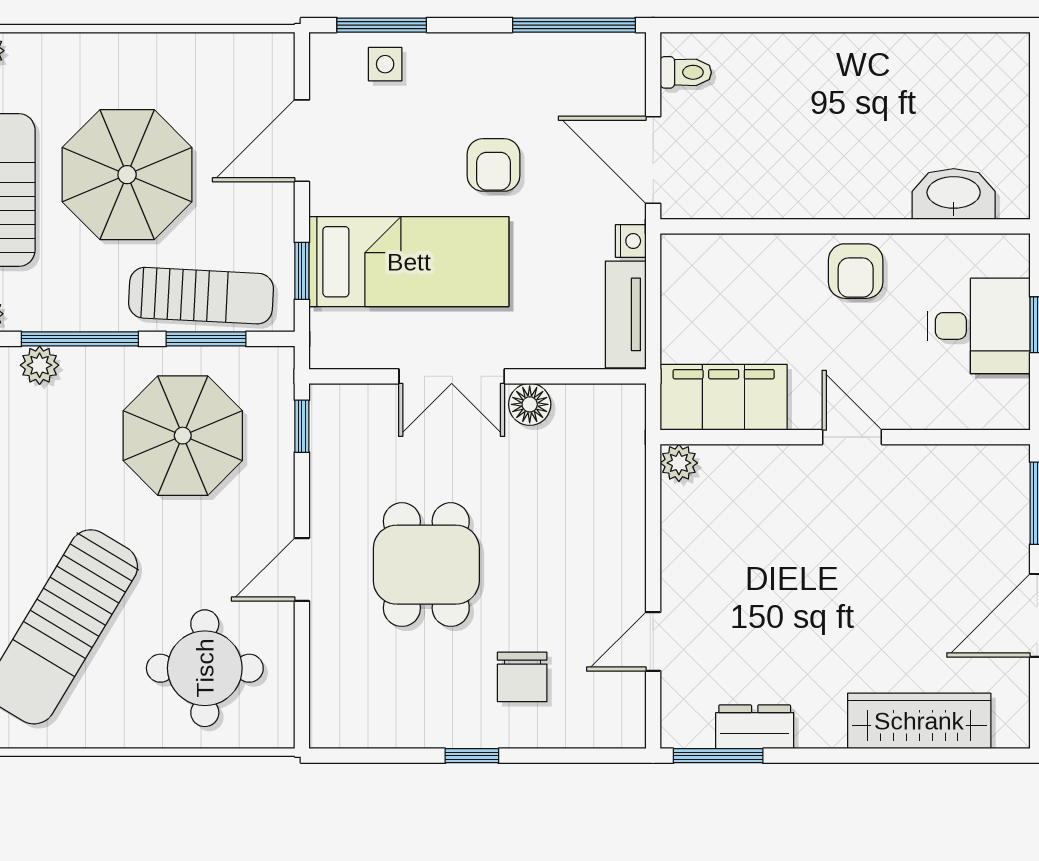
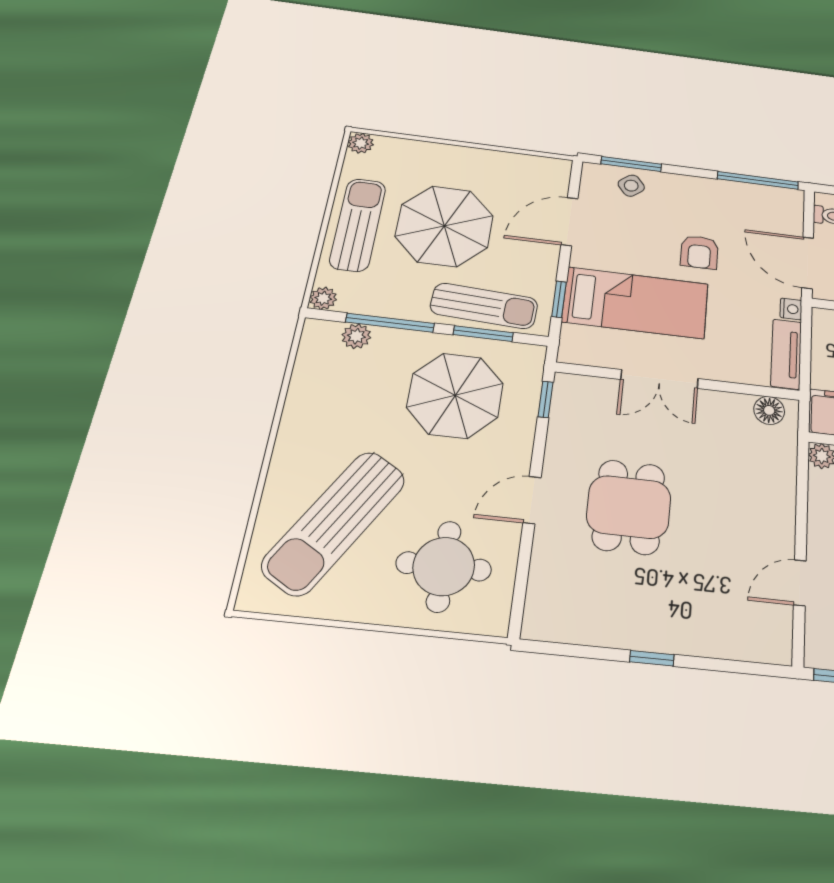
side table: (385, 64) -> (631, 186), turned -38
floor lamp: (530, 404) -> (769, 410), moved
chair: (522, 677) -> (697, 599), removed

